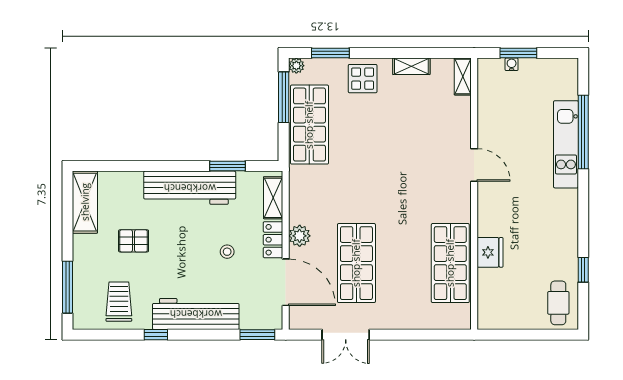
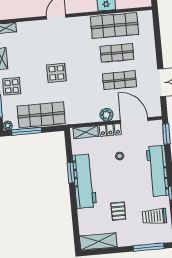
display table: (379, 157) -> (56, 73), added
window: (228, 166) -> (71, 173), moved
shop shelf: (356, 263) -> (119, 80), width x0.70, depth x0.74
shop shelf: (403, 263) -> (117, 53), added
door: (286, 282) -> (134, 120), hinge flipped

